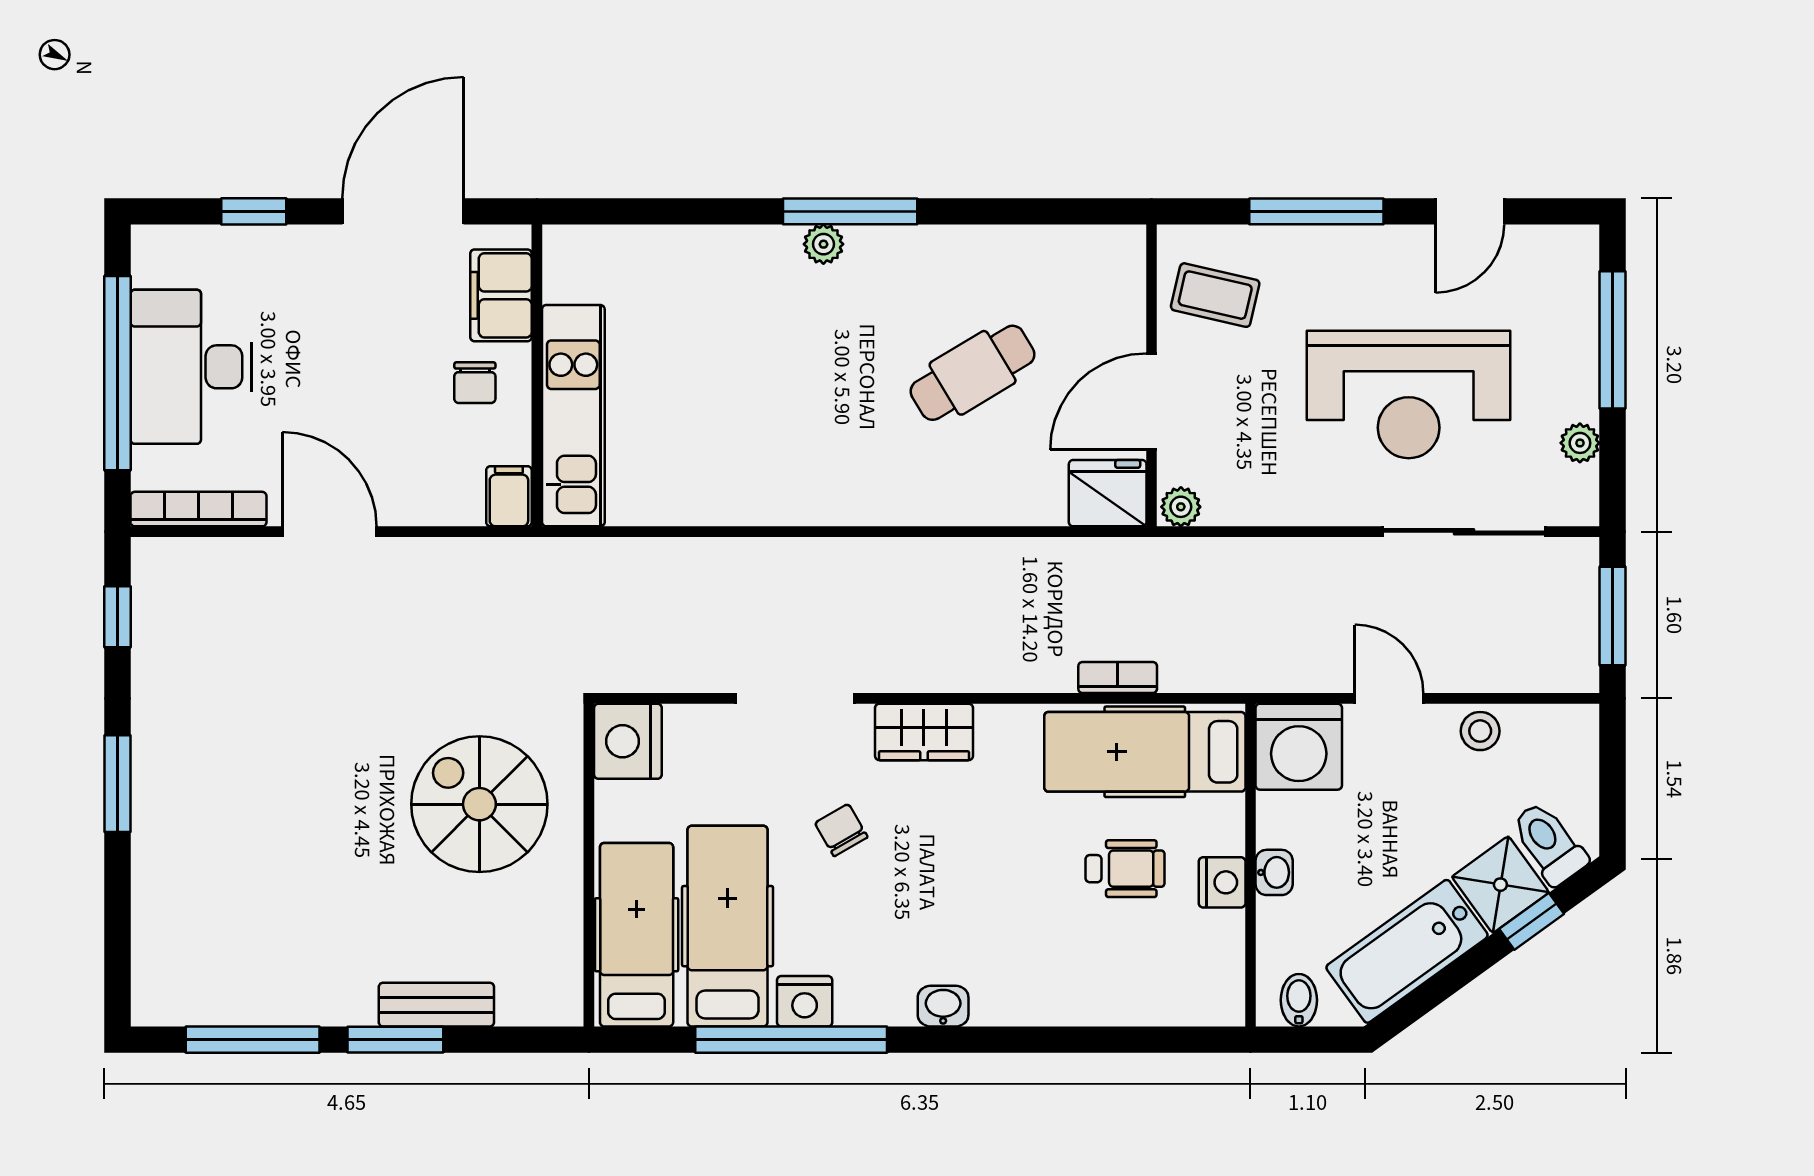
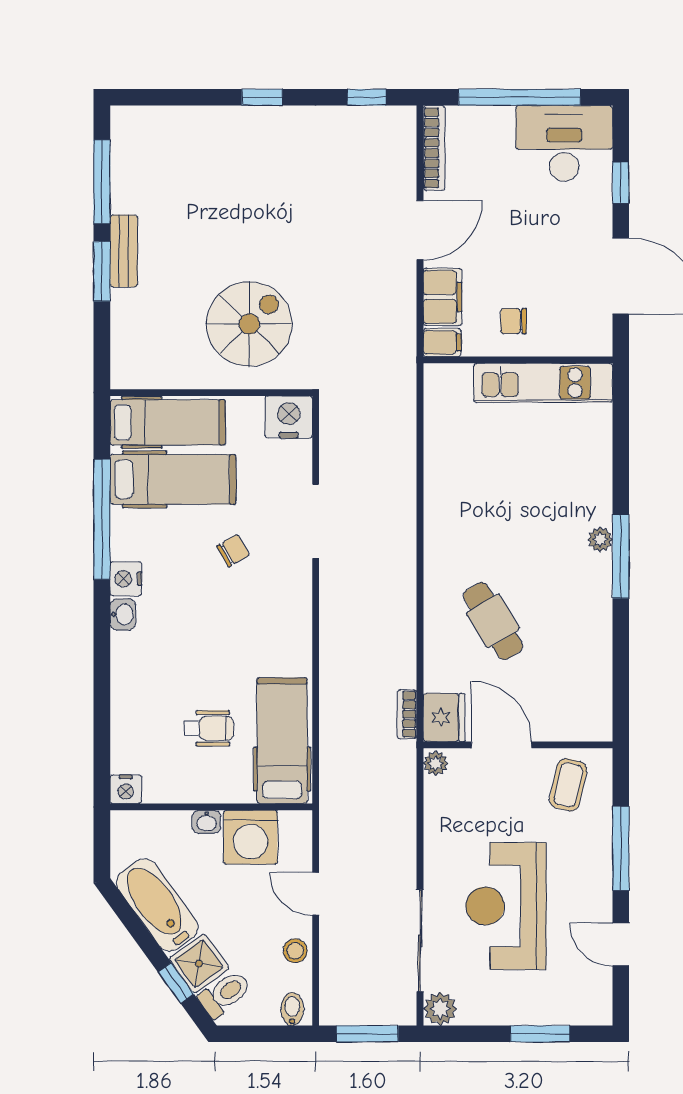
filing cabinet: (501, 295) -> (442, 297), moved, turned 90
window: (1613, 340) -> (540, 1034), width x0.69
desk: (191, 367) -> (564, 143), moved
cafe table: (973, 373) -> (493, 621), moved
kitchen unit: (573, 416) -> (543, 383), moved
plant: (1580, 443) -> (440, 1009), moved, width x1.38, depth x1.38
bookcase: (1118, 678) -> (407, 714), moved, turned 180
door: (1389, 698) -> (316, 894), swing flipped
wardrobe: (924, 732) -> (295, 602), removed
washing machine: (1299, 747) -> (250, 837), moved, turned -90
window: (118, 784) -> (262, 97), width x0.67
wheelchair: (1125, 869) -> (209, 728), turned -90
nightstand: (1222, 882) -> (126, 789), moved
bidet: (1299, 1000) -> (292, 1009), moved, turned -90
nightstand: (805, 1001) -> (126, 579), moved
bench: (436, 1005) -> (124, 251), moved

